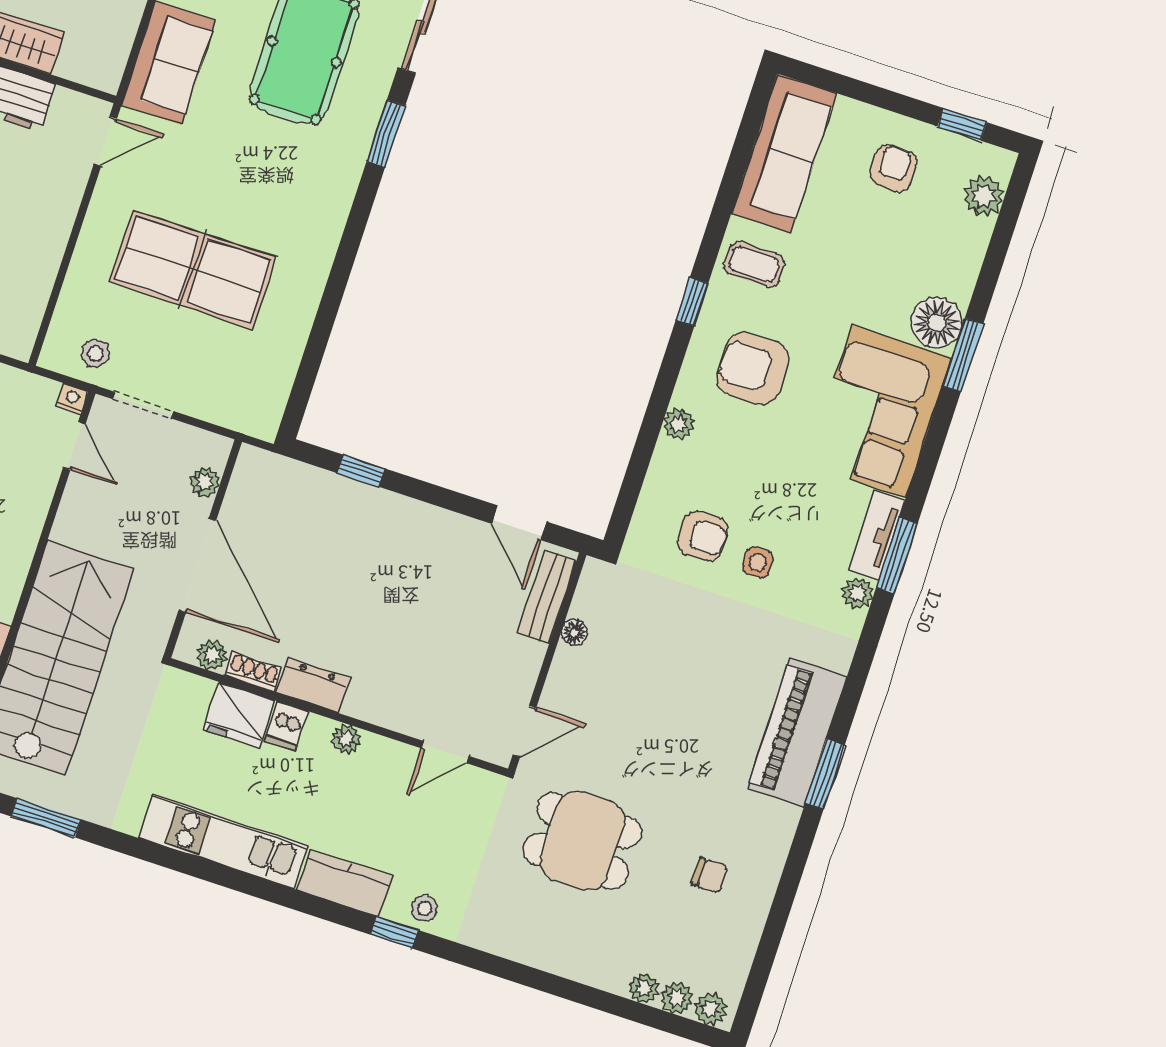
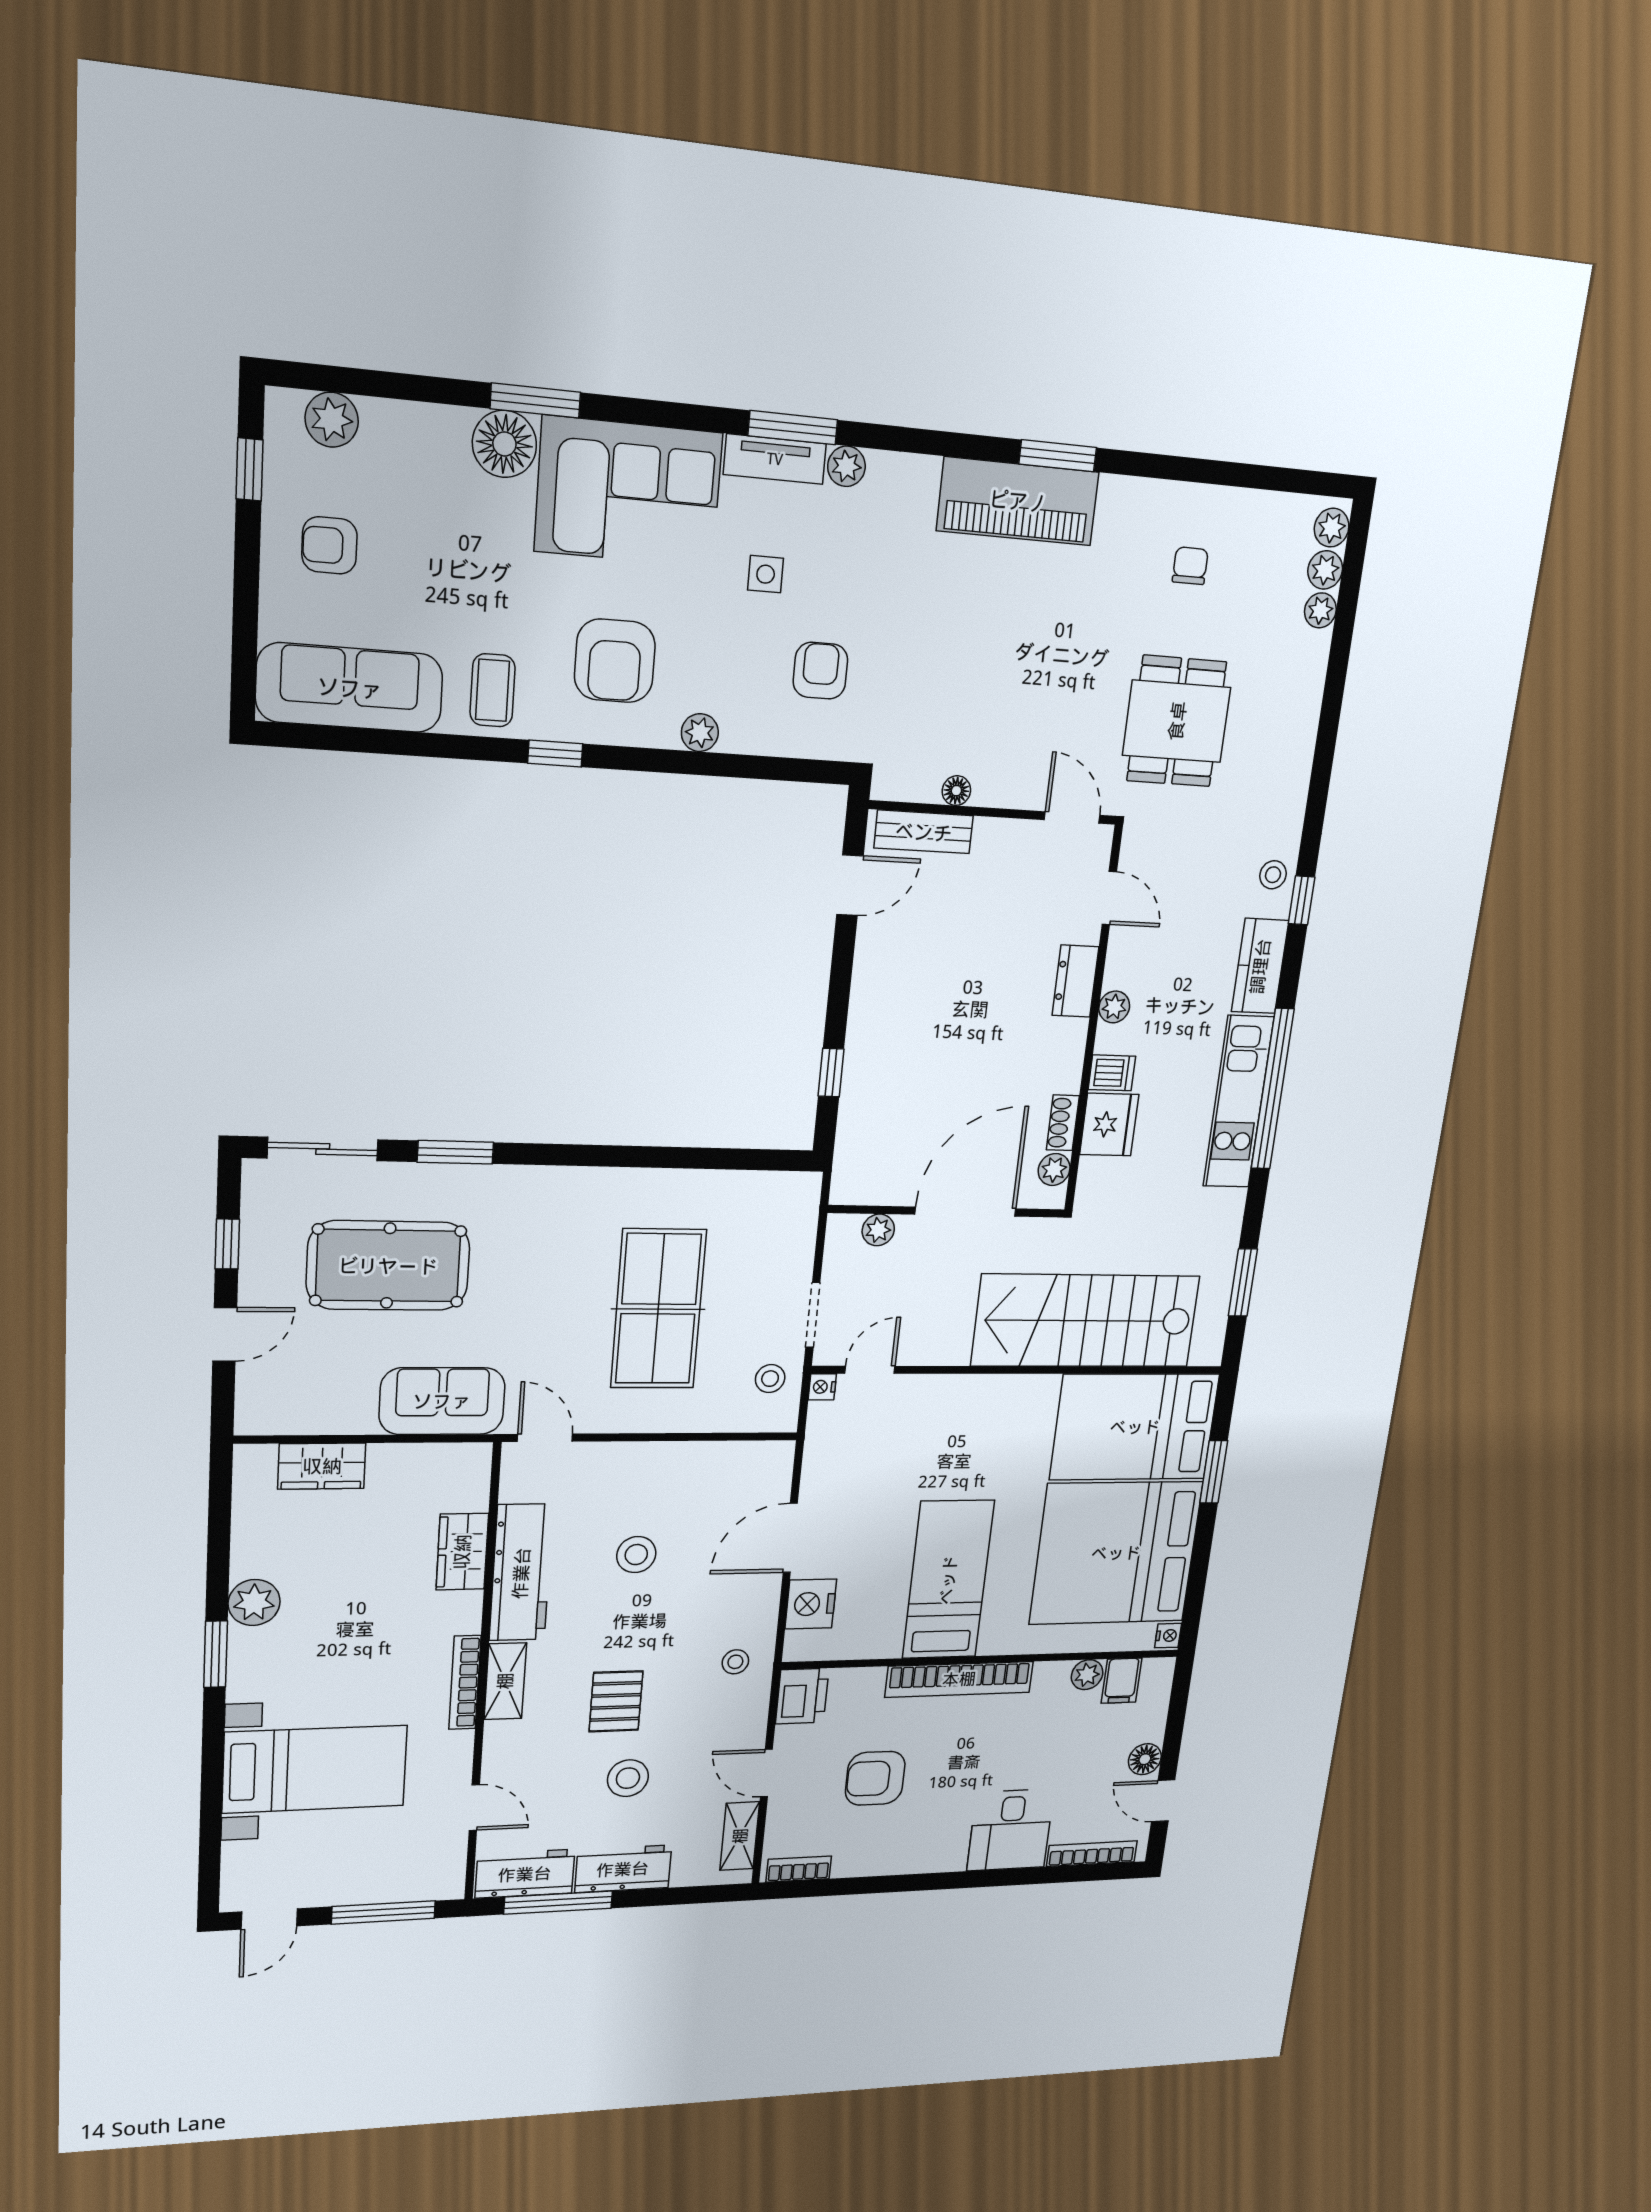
side table: (758, 562) -> (766, 574), moved
dresser: (313, 686) -> (1075, 981), moved
window: (226, 877) -> (1273, 1089), added

